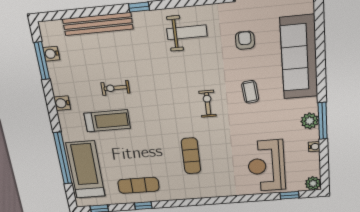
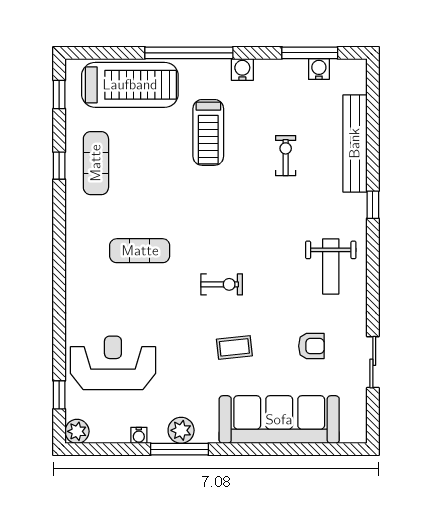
exercise bike: (115, 88) -> (286, 156), moved
window: (63, 158) -> (189, 53), moved

